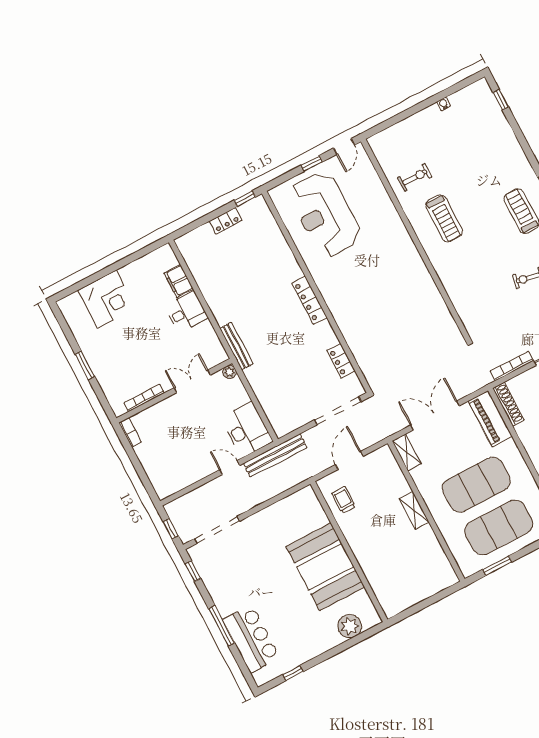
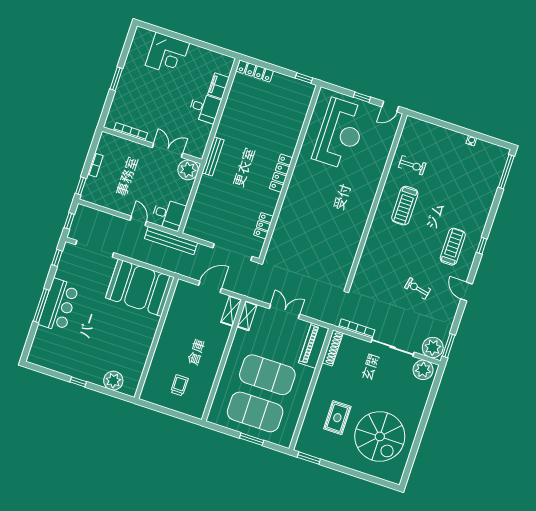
window: (501, 100) -> (506, 172), width x2.17
reception desk: (325, 214) -> (340, 134), turned 180
locker: (225, 221) -> (255, 71), moved, width x1.53
plant: (230, 372) -> (188, 170), width x1.87, depth x1.87
double door: (435, 415) -> (284, 311), width x0.73
desk: (247, 430) -> (168, 214), width x0.73
bookcase: (130, 432) -> (95, 165), moved
window: (150, 488) -> (81, 186), added
trolley: (344, 500) -> (179, 385), moved
shelving: (414, 511) -> (231, 311), moved
window: (497, 566) -> (252, 439), moved
booth: (325, 567) -> (140, 288), moved, turned 90
bar counter: (251, 639) -> (59, 305), moved
window: (293, 673) -> (78, 382), moved

